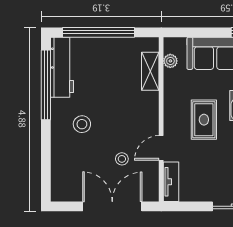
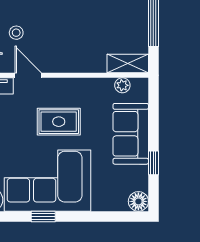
shelving: (150, 71) -> (128, 64), moved

